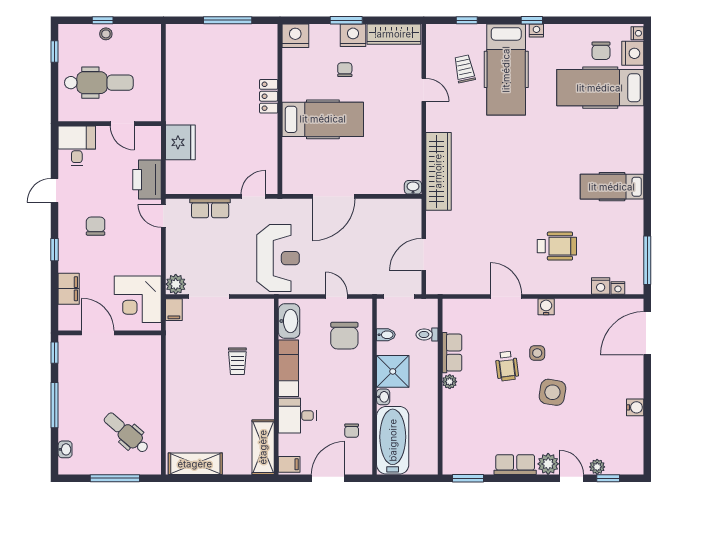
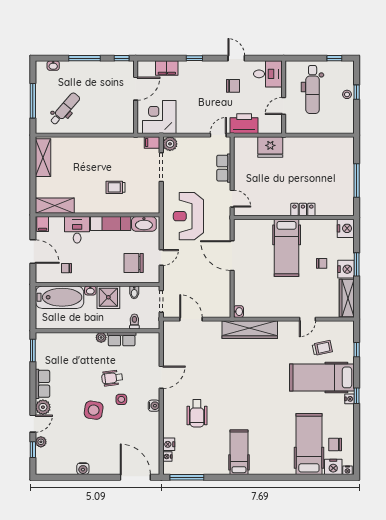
chair: (96, 226) -> (233, 86), moved
reception desk: (278, 258) -> (188, 216), turned 90

